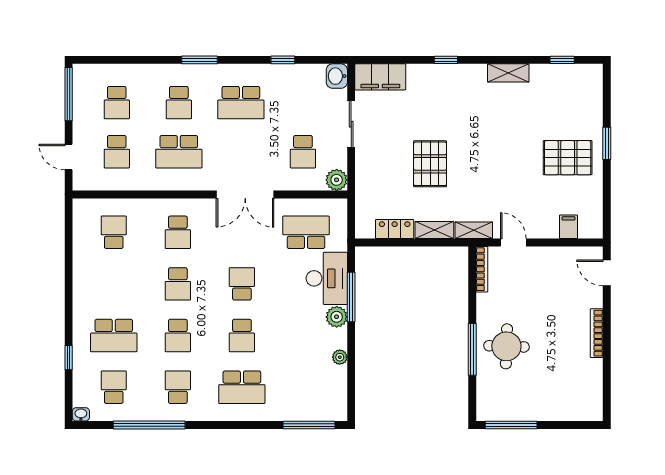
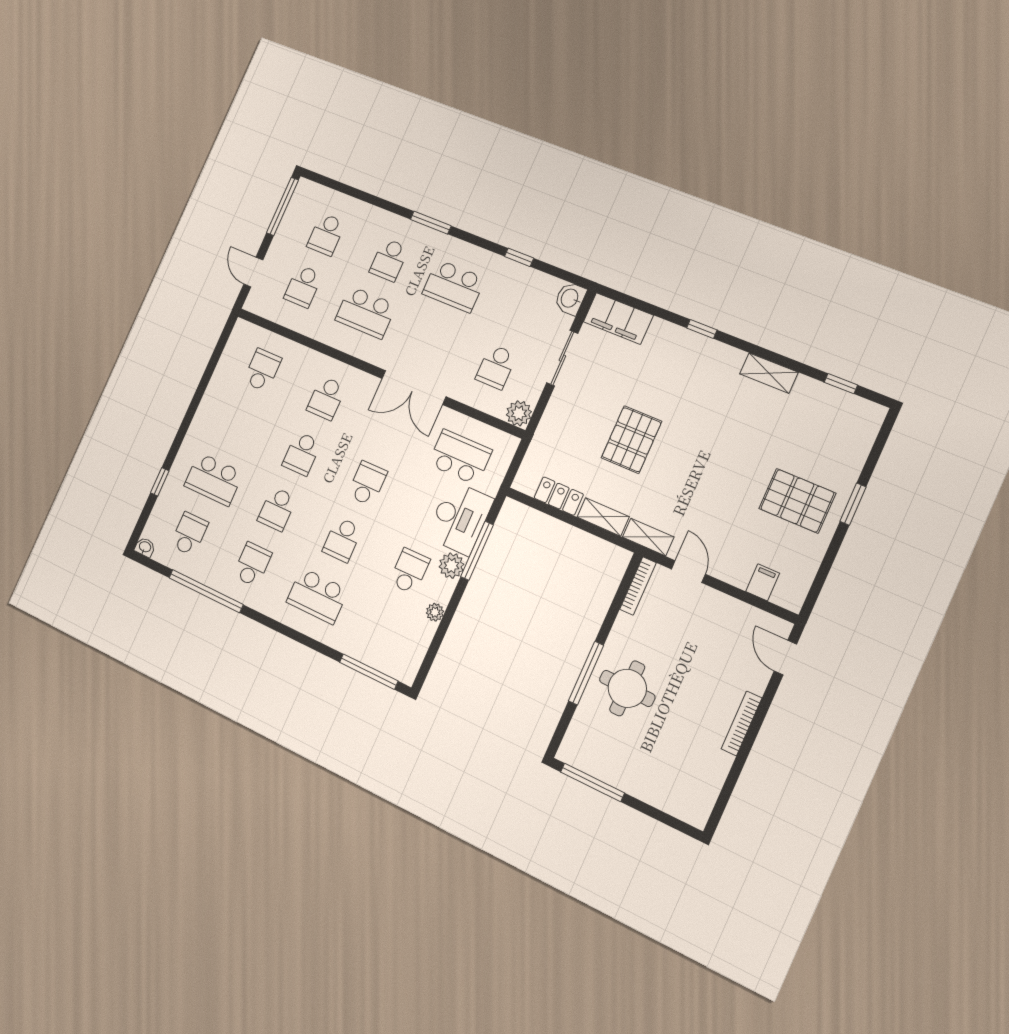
school desk: (306, 336) -> (409, 571), added

